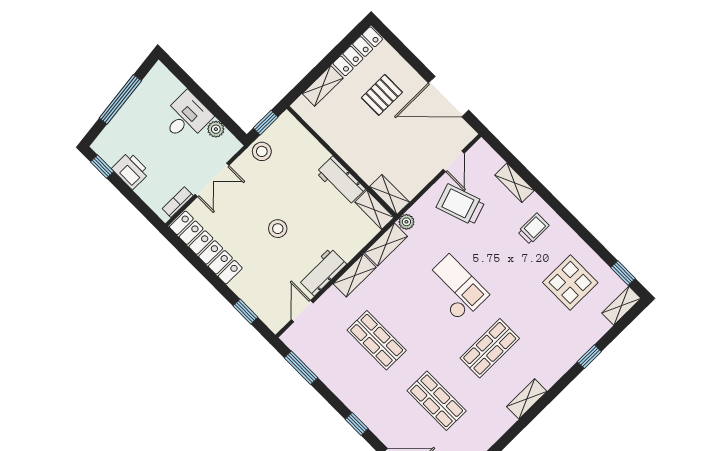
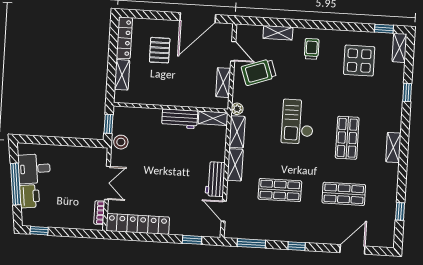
desk: (186, 117) -> (34, 169), moved, turned -97
plant: (216, 129) -> (84, 153), removed
printer: (131, 171) -> (30, 196), moved, turned 83
shelving: (389, 194) -> (223, 83), moved, turned 90
stool: (278, 229) -> (169, 177), removed
checkout: (455, 288) -> (298, 122), turned -90
window: (357, 424) -> (297, 246), moved

